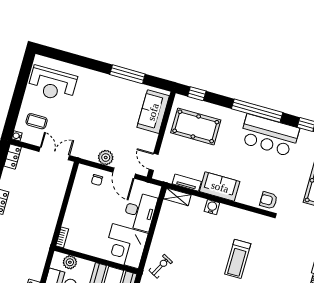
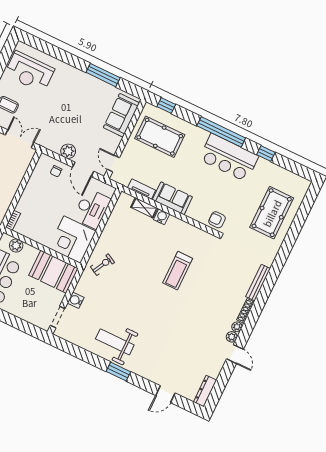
shelving: (177, 197) -> (144, 208), moved

